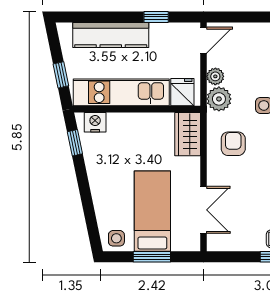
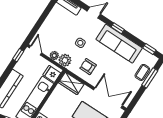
window: (156, 17) -> (18, 55), moved
double door: (204, 210) -> (108, 98), width x1.37

